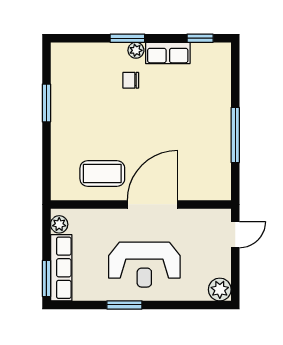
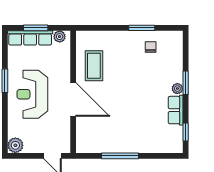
chair: (131, 80) -> (151, 47), moved
window: (46, 278) -> (36, 28), moved

